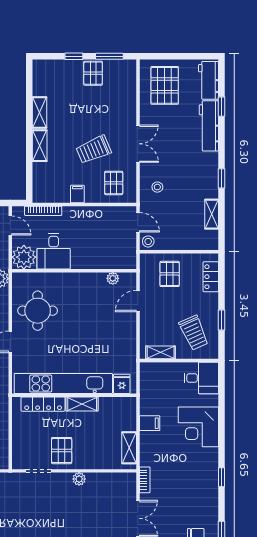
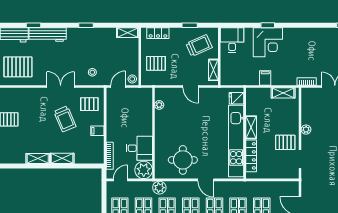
shelving: (212, 214) -> (128, 33), moved
door: (138, 301) -> (191, 86), moved
window: (222, 477) -> (268, 25), moved

